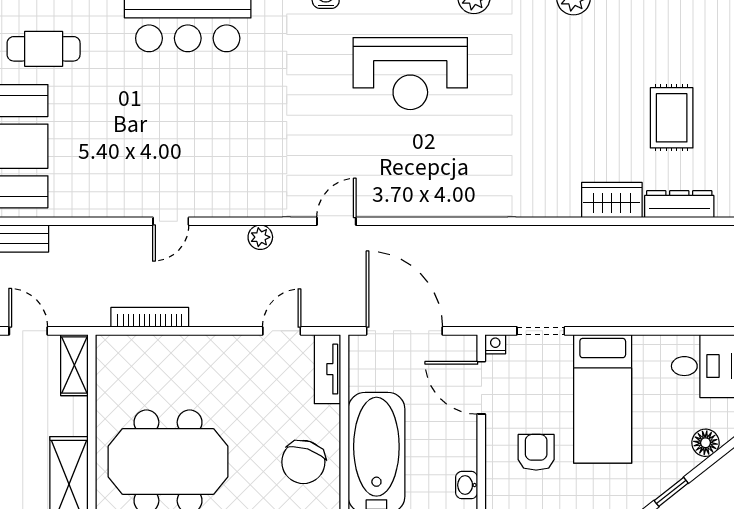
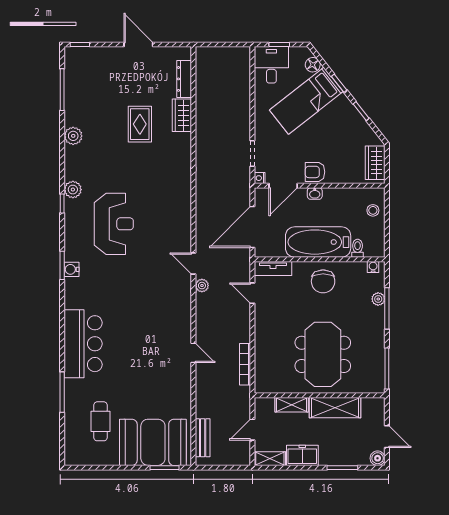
rug: (672, 118) -> (140, 124), moved, turned 90
plant: (260, 237) -> (202, 286), moved
shelving: (74, 365) -> (292, 405), moved
bed: (603, 399) -> (306, 101), moved, turned 142
armchair: (536, 452) -> (315, 172), moved
chair: (303, 462) -> (323, 281), turned 72
washbasin: (467, 485) -> (315, 193), moved

